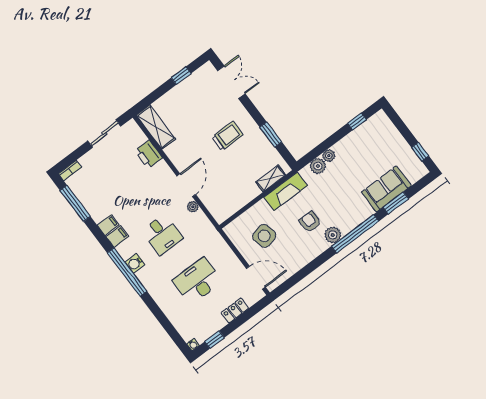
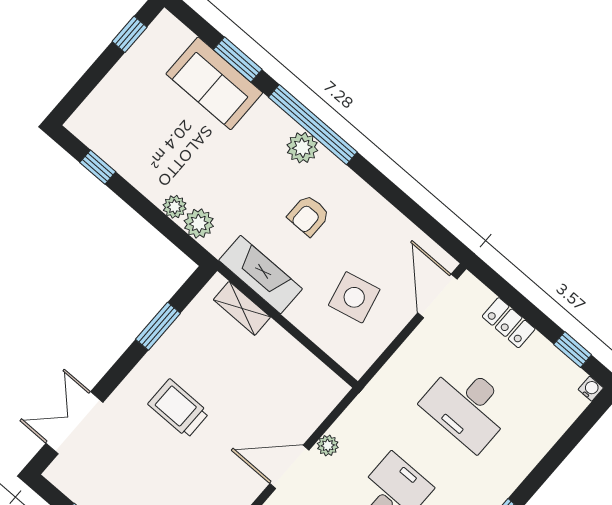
plant: (333, 235) -> (302, 148), moved

